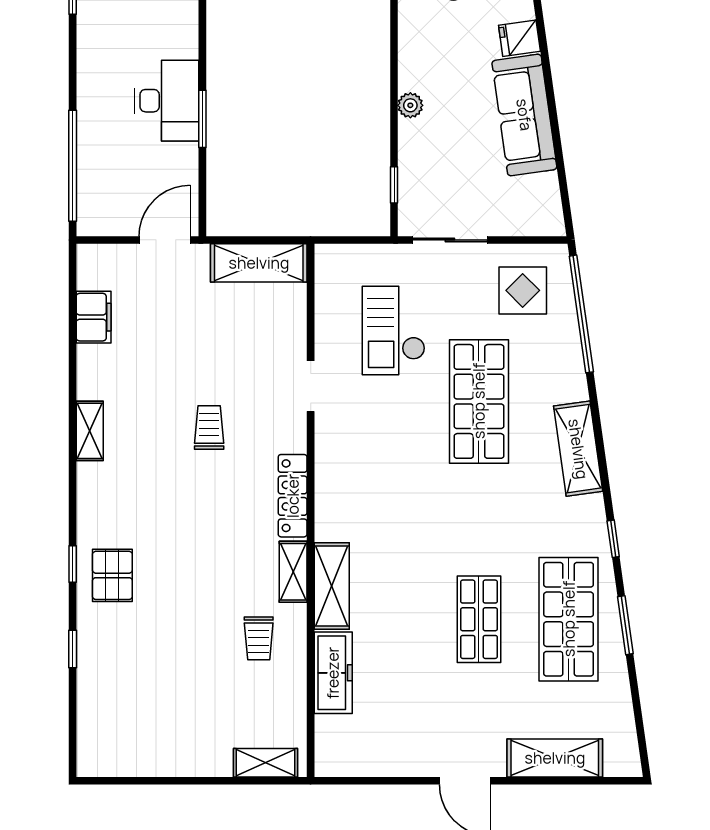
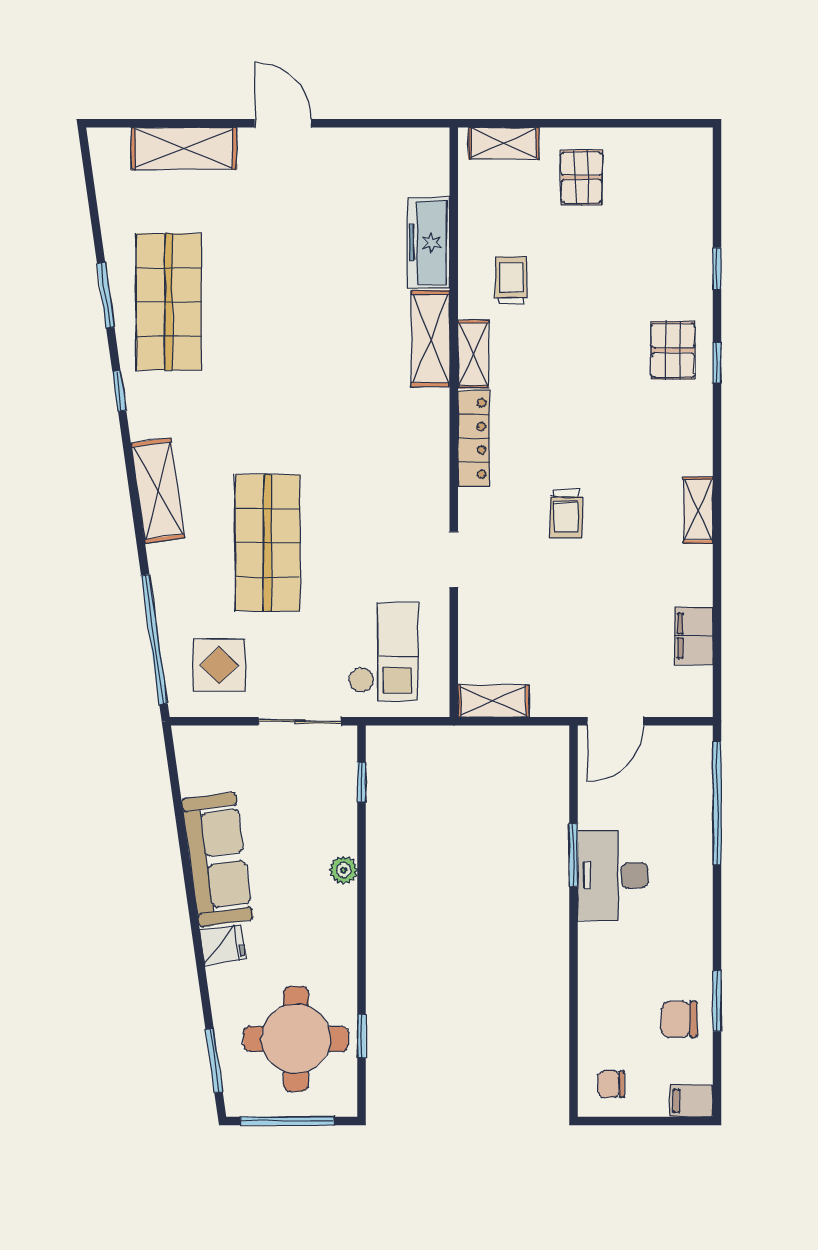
shelving: (259, 263) -> (493, 701), width x0.67, depth x0.75
checkout: (394, 330) -> (383, 652), moved
shop shelf: (479, 619) -> (268, 302), removed
pallet: (195, 732) -> (582, 177), added

